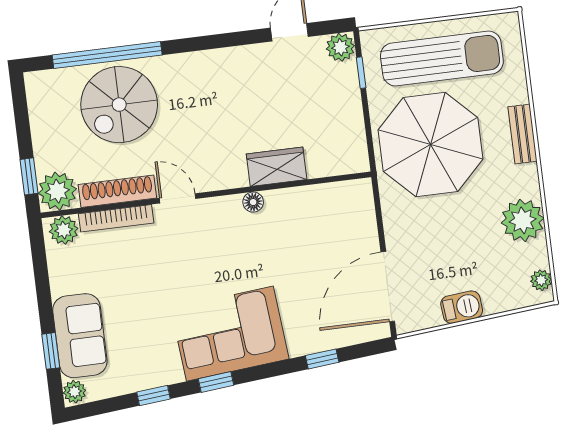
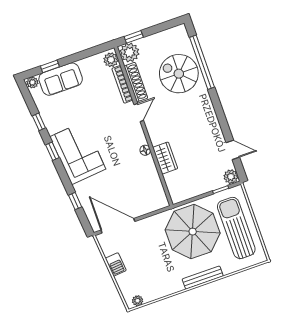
sun lounger: (442, 58) -> (236, 228), turned 180
bench: (522, 134) -> (203, 278), width x1.36
plant: (523, 220) -> (165, 285), removed

